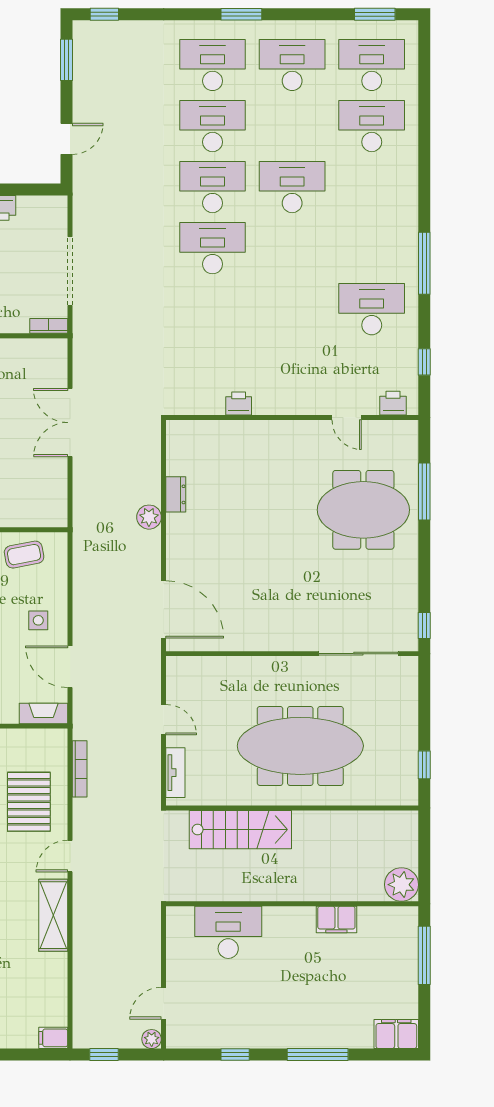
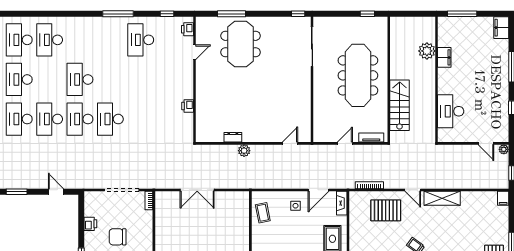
door: (164, 609) -> (290, 143), width x0.53
plant: (401, 885) -> (427, 51), moved

